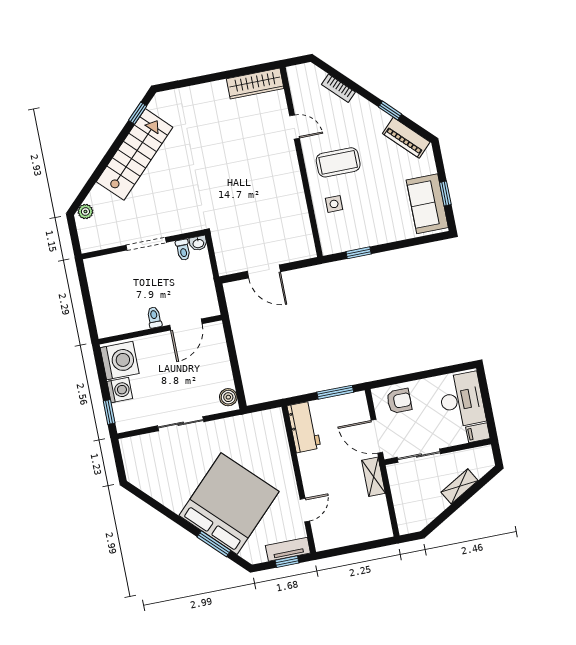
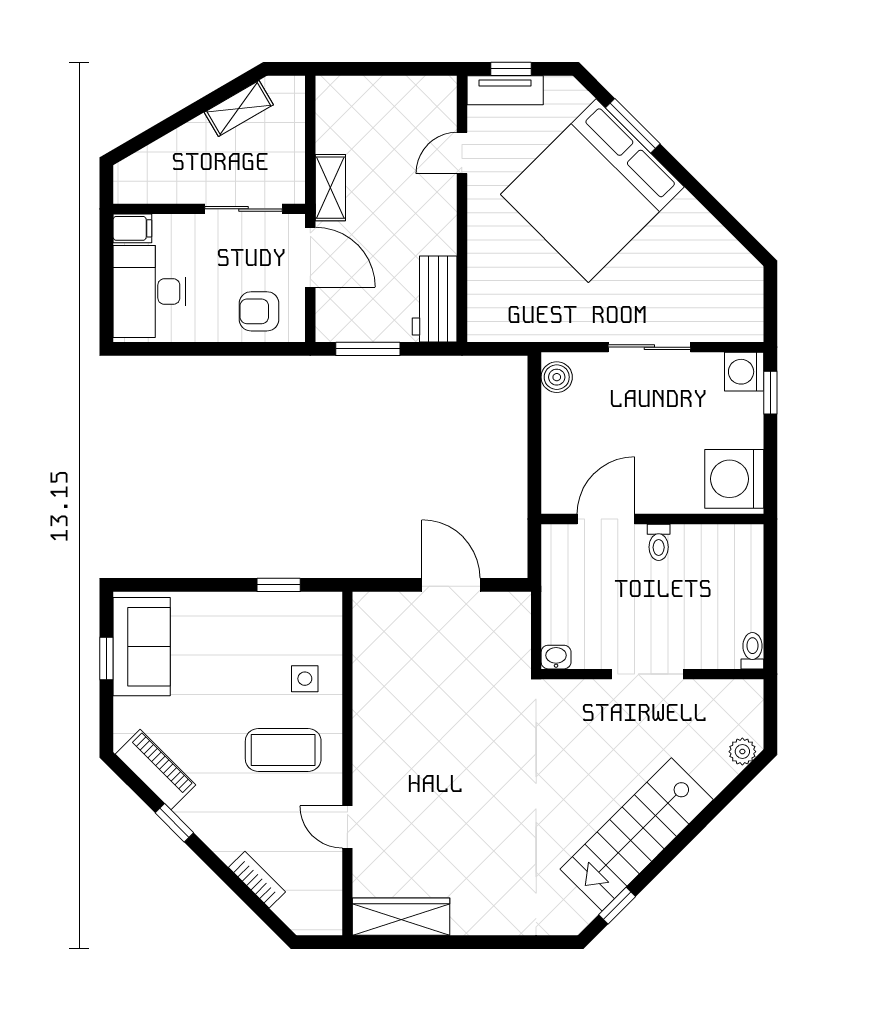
toilet: (183, 250) -> (752, 651), moved
washing machine: (120, 390) -> (744, 372), moved
shelving: (459, 486) -> (239, 109), moved

